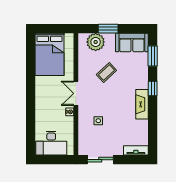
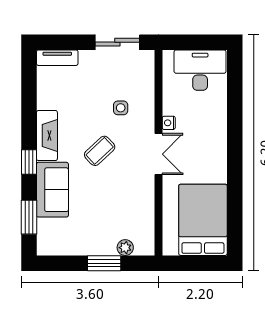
plant: (96, 42) -> (125, 248), width x0.53, depth x0.53
sofa: (132, 43) -> (52, 190), moved, turned 90
coffee table: (106, 73) -> (100, 151), moved

